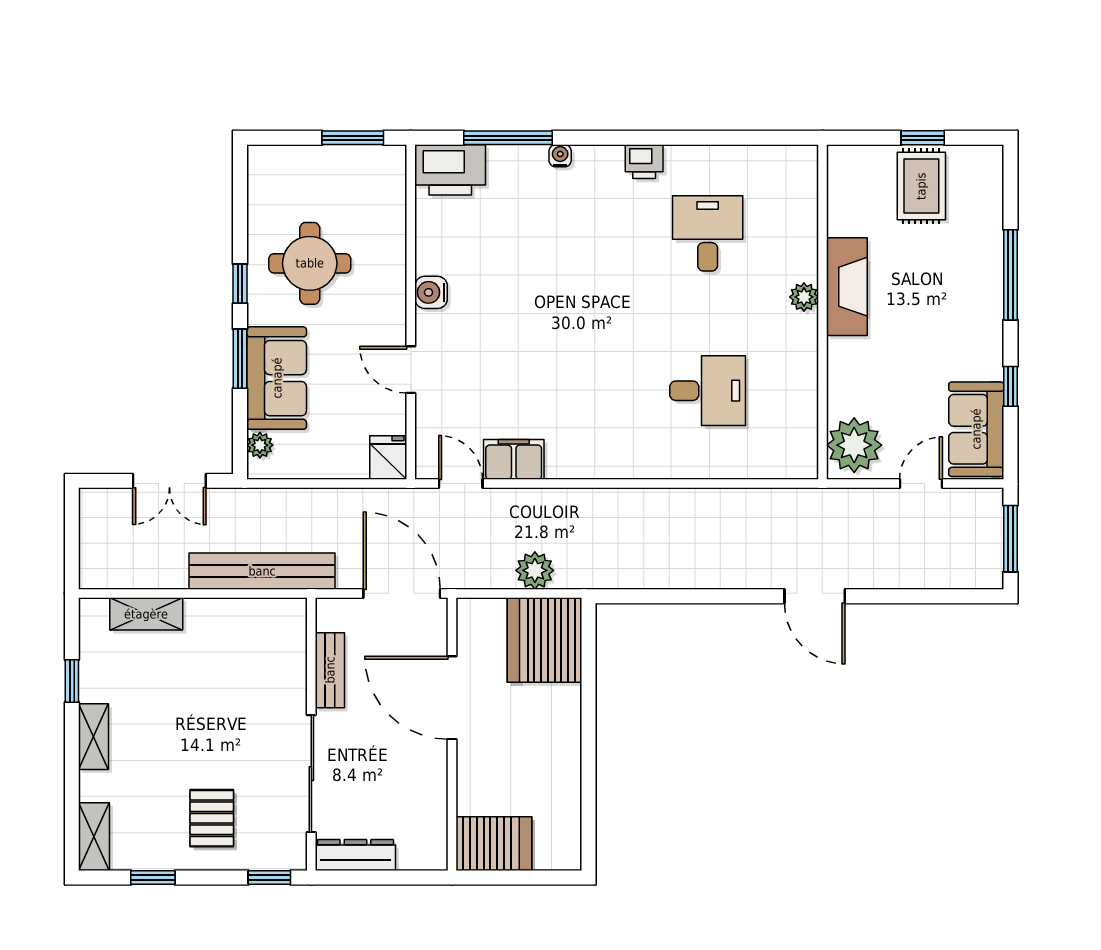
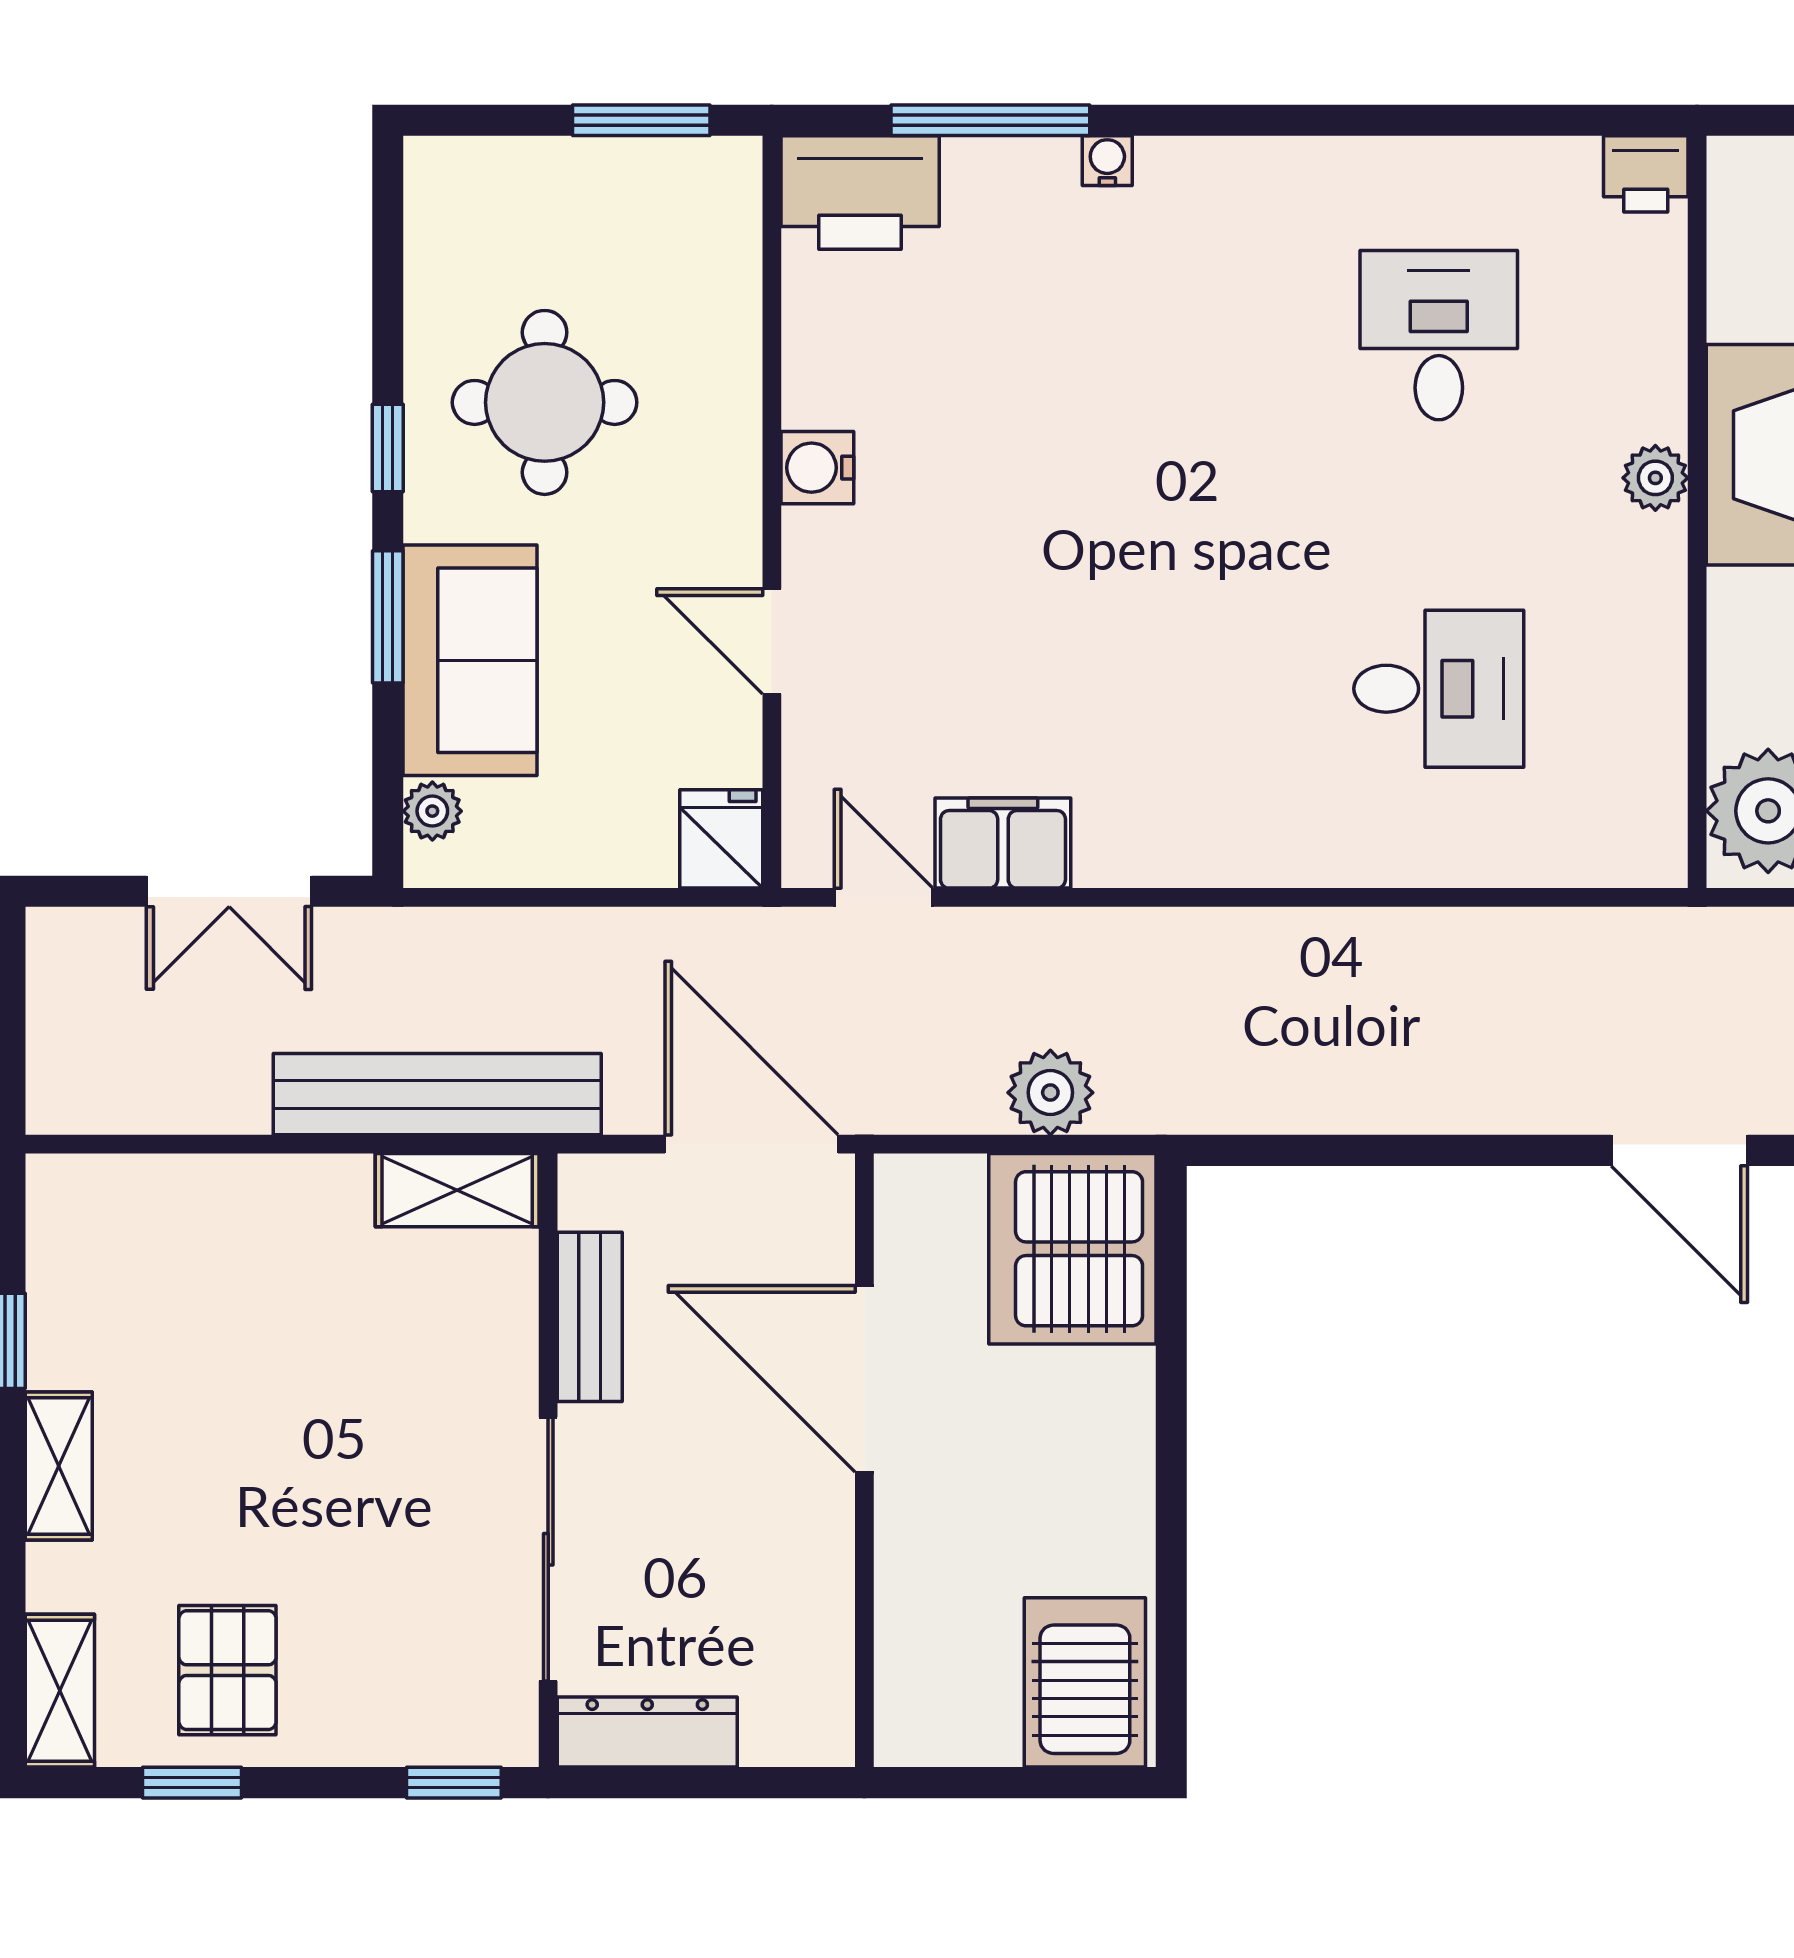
printer: (644, 162) -> (1646, 174), moved
shelving: (146, 614) -> (457, 1190), moved
pallet: (212, 818) -> (227, 1670), moved
server rack: (494, 844) -> (1085, 1682), moved, turned -90

